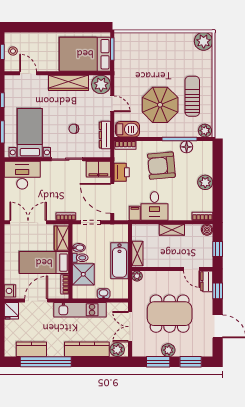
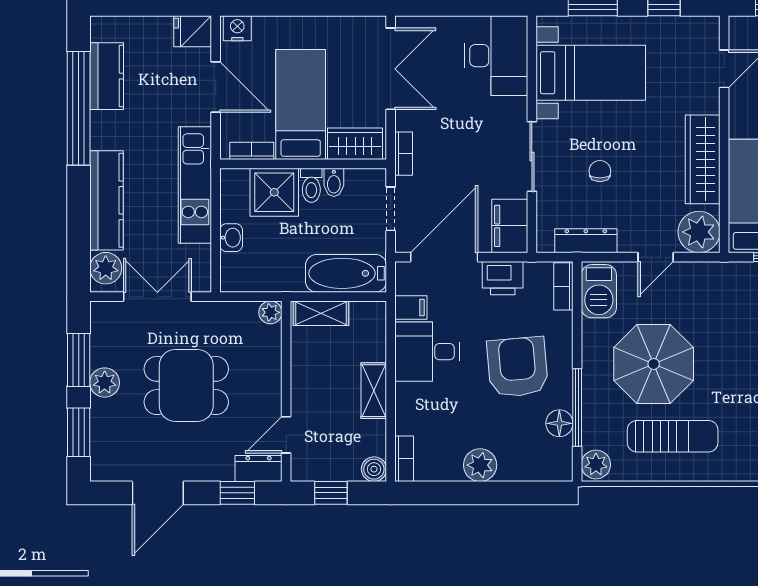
bathtub: (119, 261) -> (346, 273), moved
dining table: (170, 314) -> (186, 385), width x0.73

